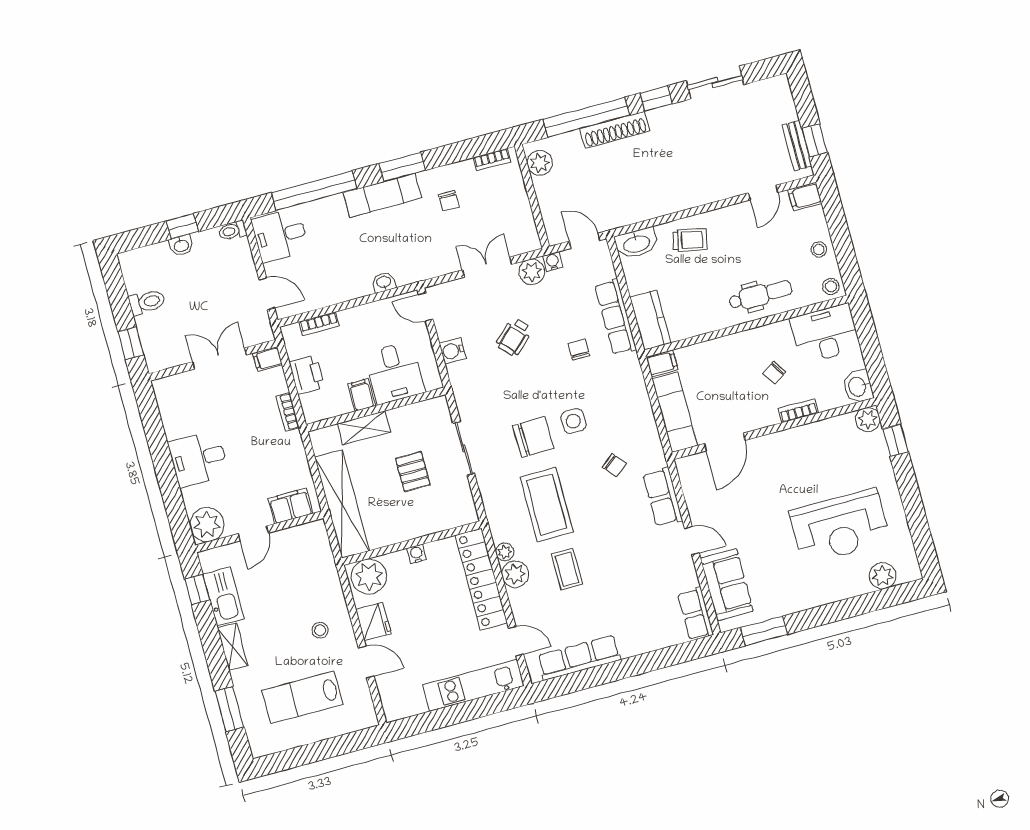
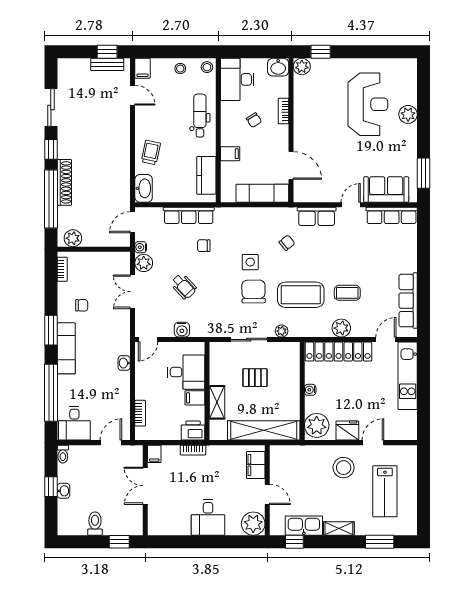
kitchen counter: (650, 320) -> (206, 175), moved, turned -90
filing cabinet: (662, 363) -> (230, 154), moved, turned 90
printer: (307, 375) -> (193, 431), moved
plant: (505, 552) -> (282, 331), moved
plant: (883, 576) -> (408, 114), moved
row of seats: (696, 614) -> (392, 215), width x1.48
stool: (320, 630) -> (344, 468), width x1.89, depth x1.89

